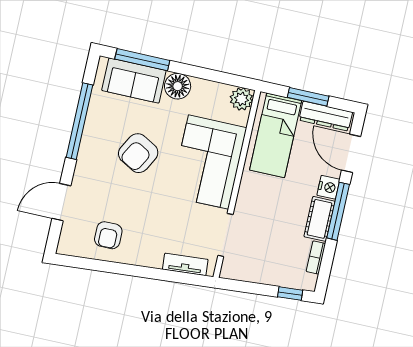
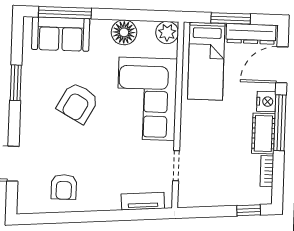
floor lamp: (178, 86) -> (124, 32), moved
window: (79, 121) -> (16, 83), width x0.47
door: (351, 153) -> (282, 65), hinge flipped
doorway: (225, 235) -> (176, 166), width x0.73

